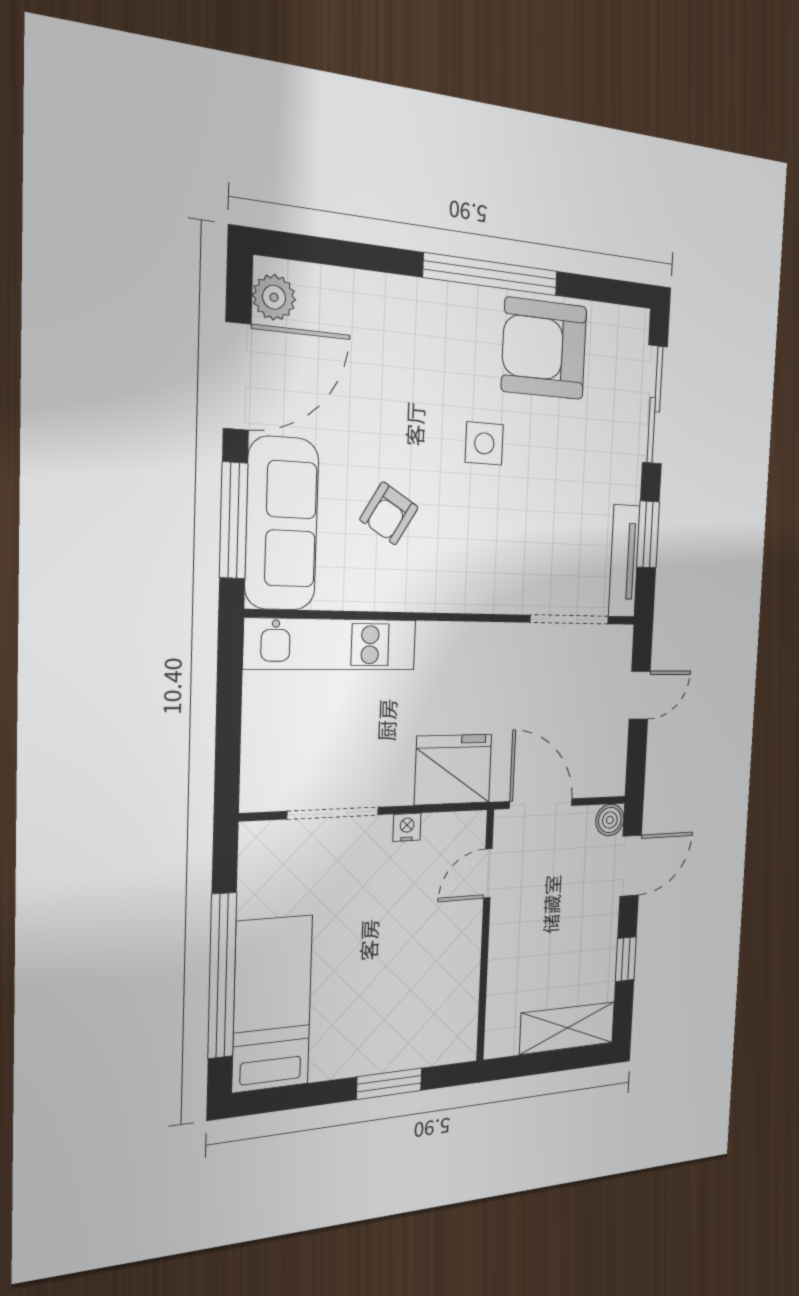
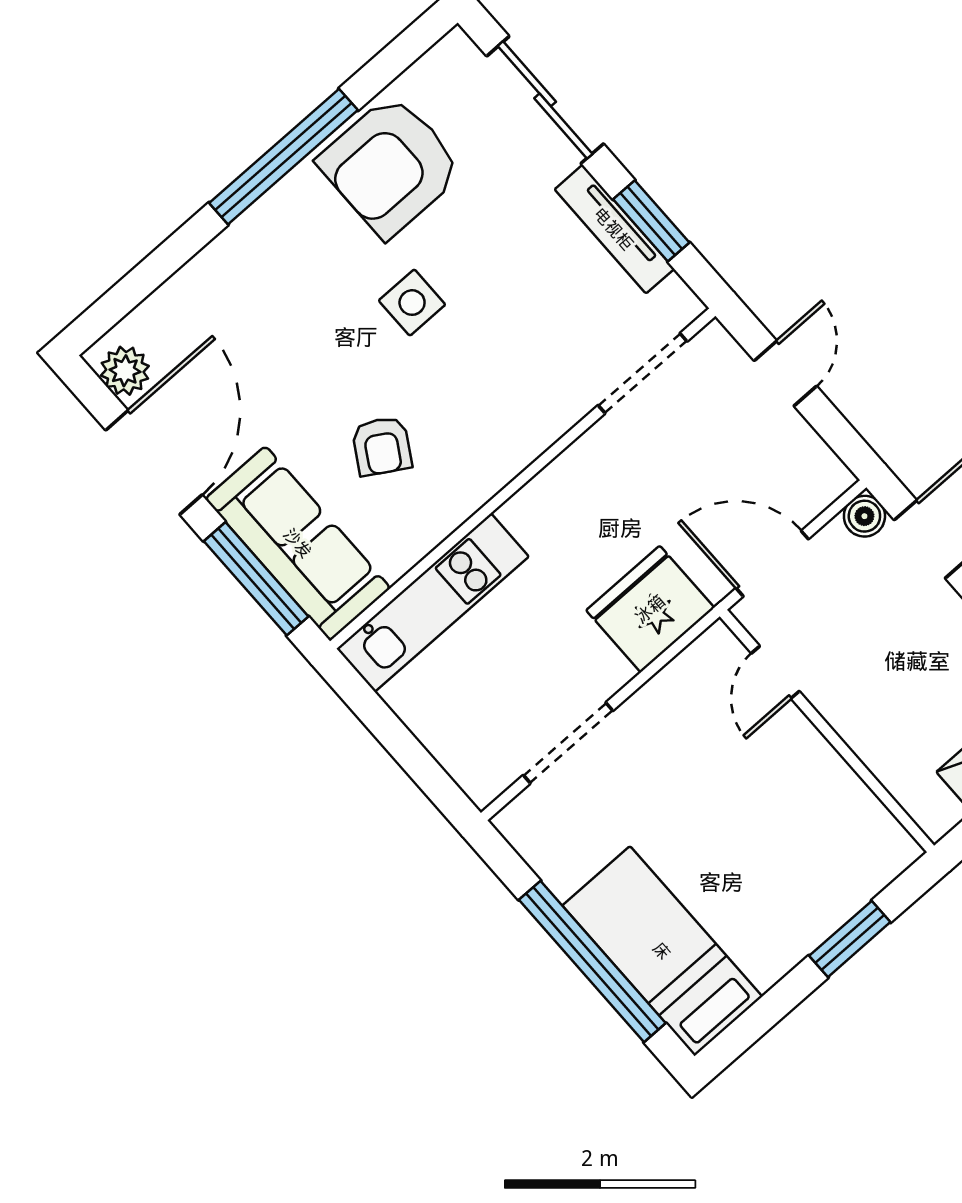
tv unit: (624, 561) -> (614, 229), moved
nightstand: (407, 827) -> (652, 698), removed

